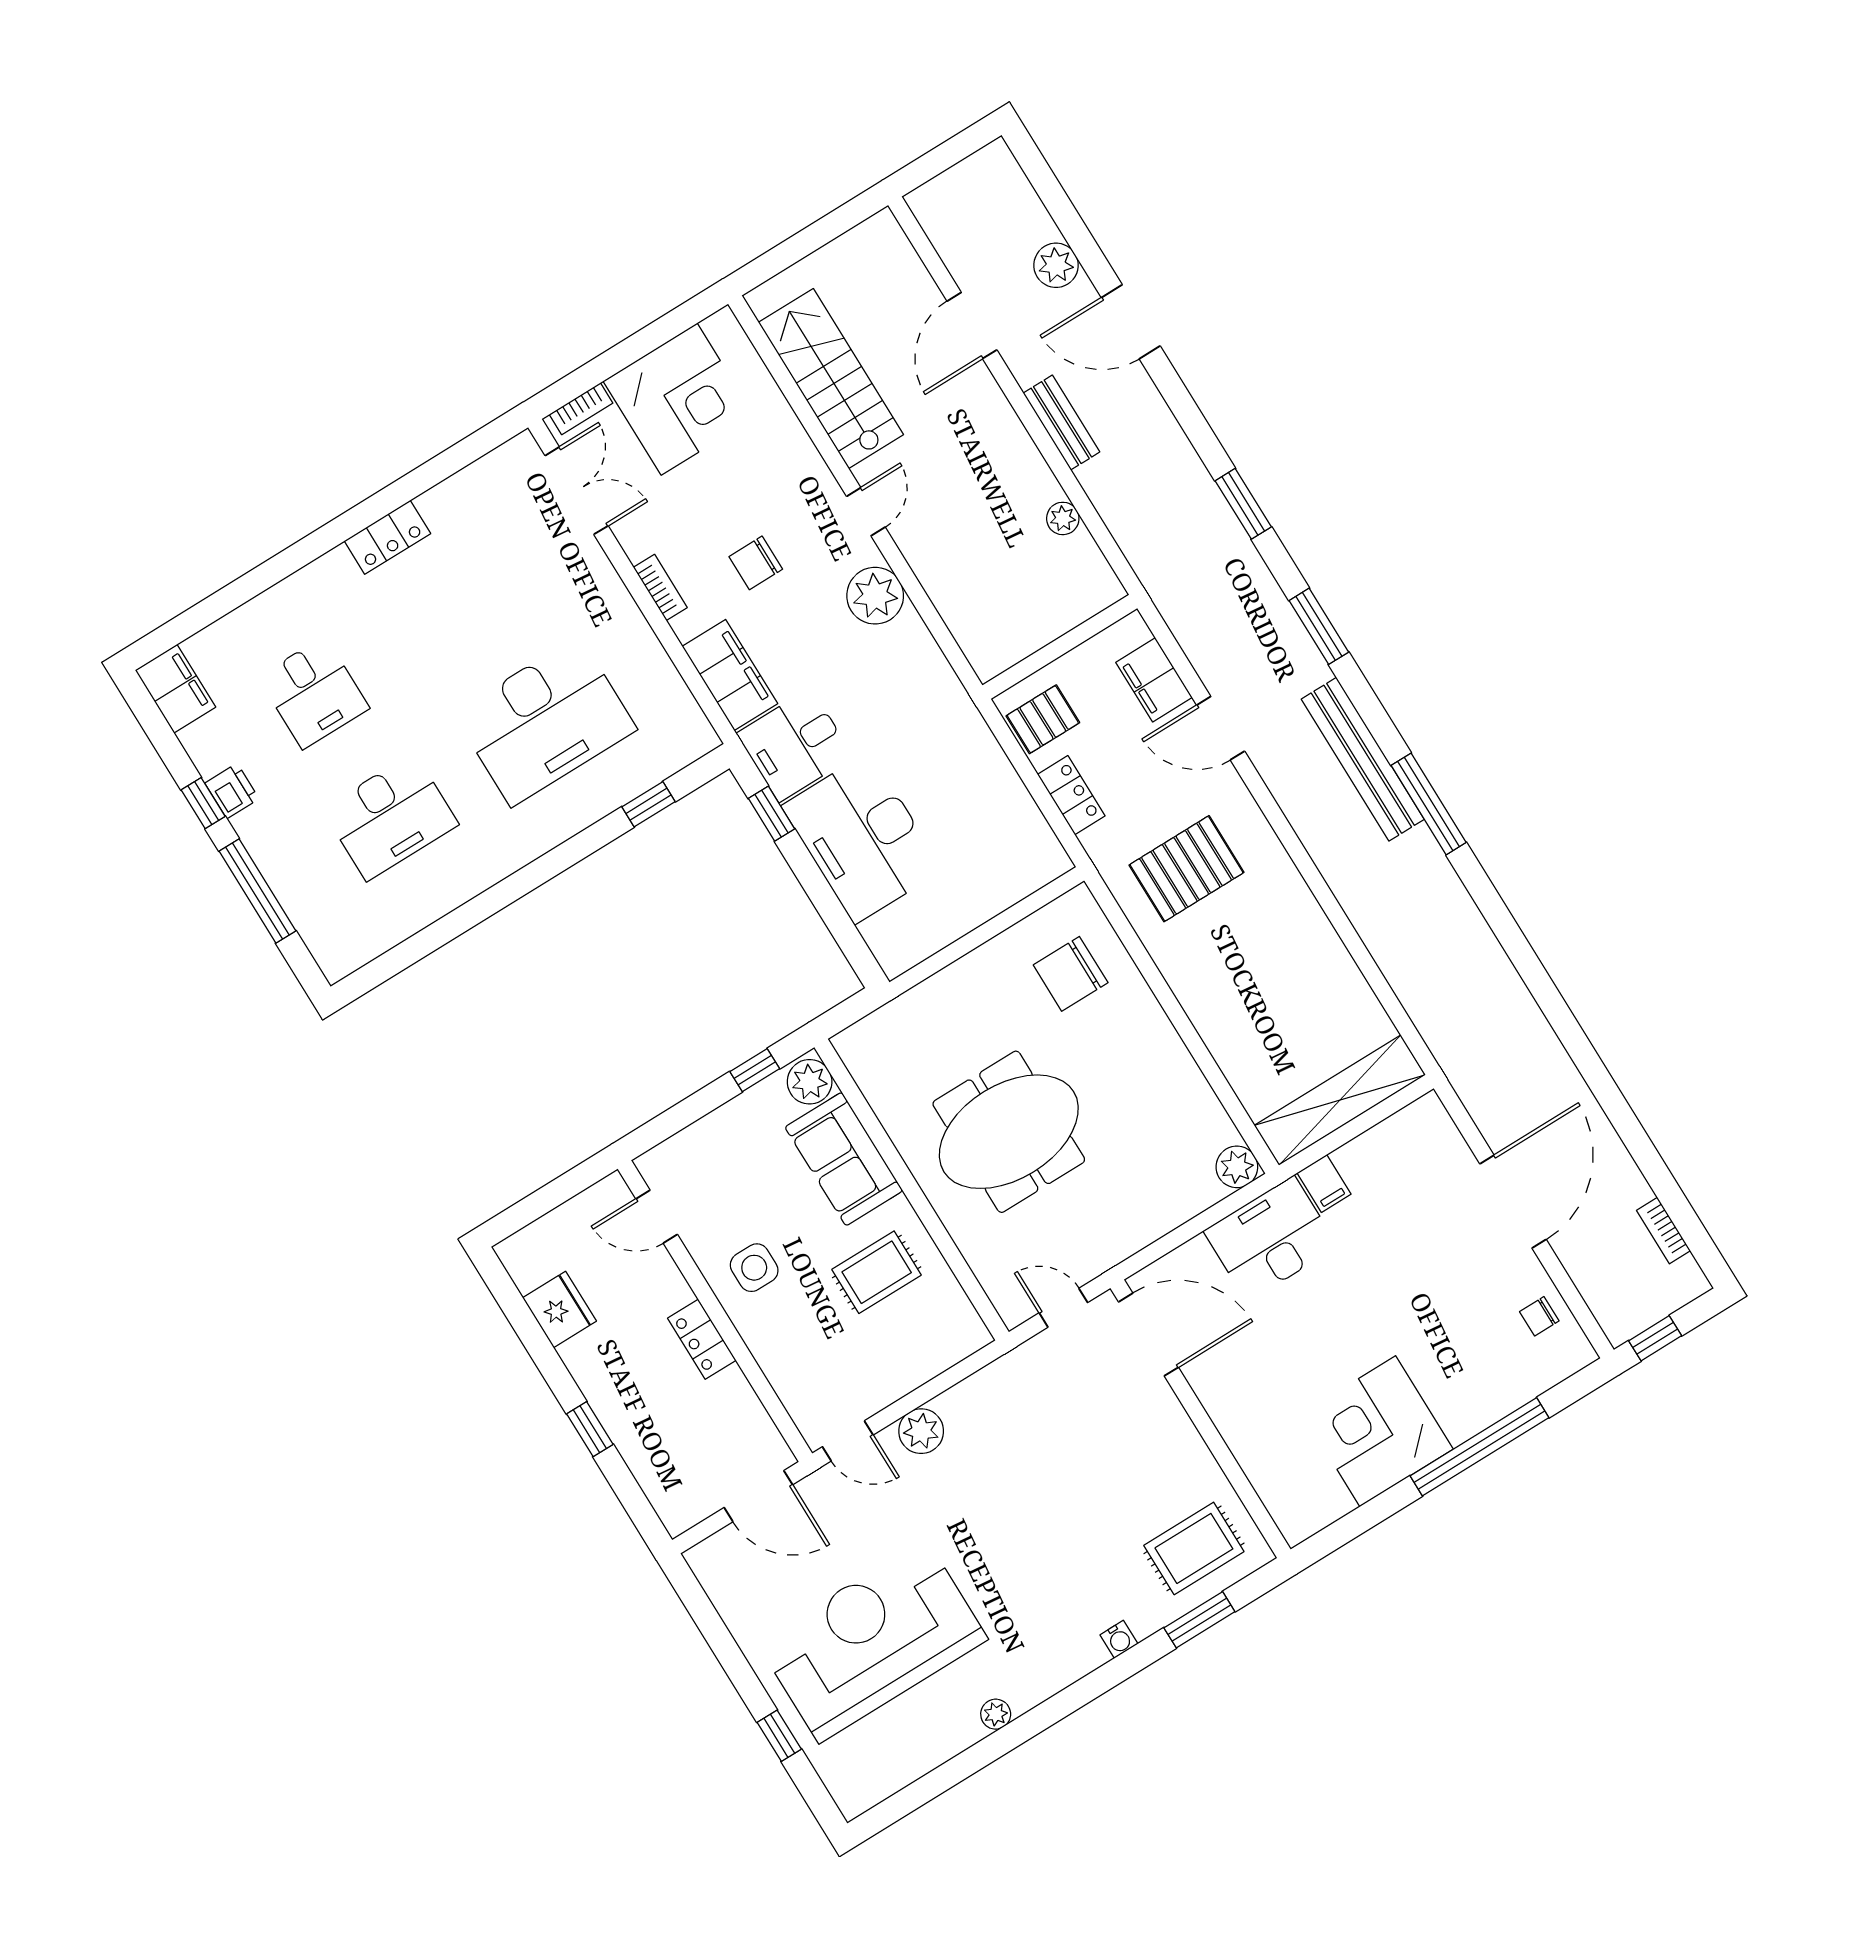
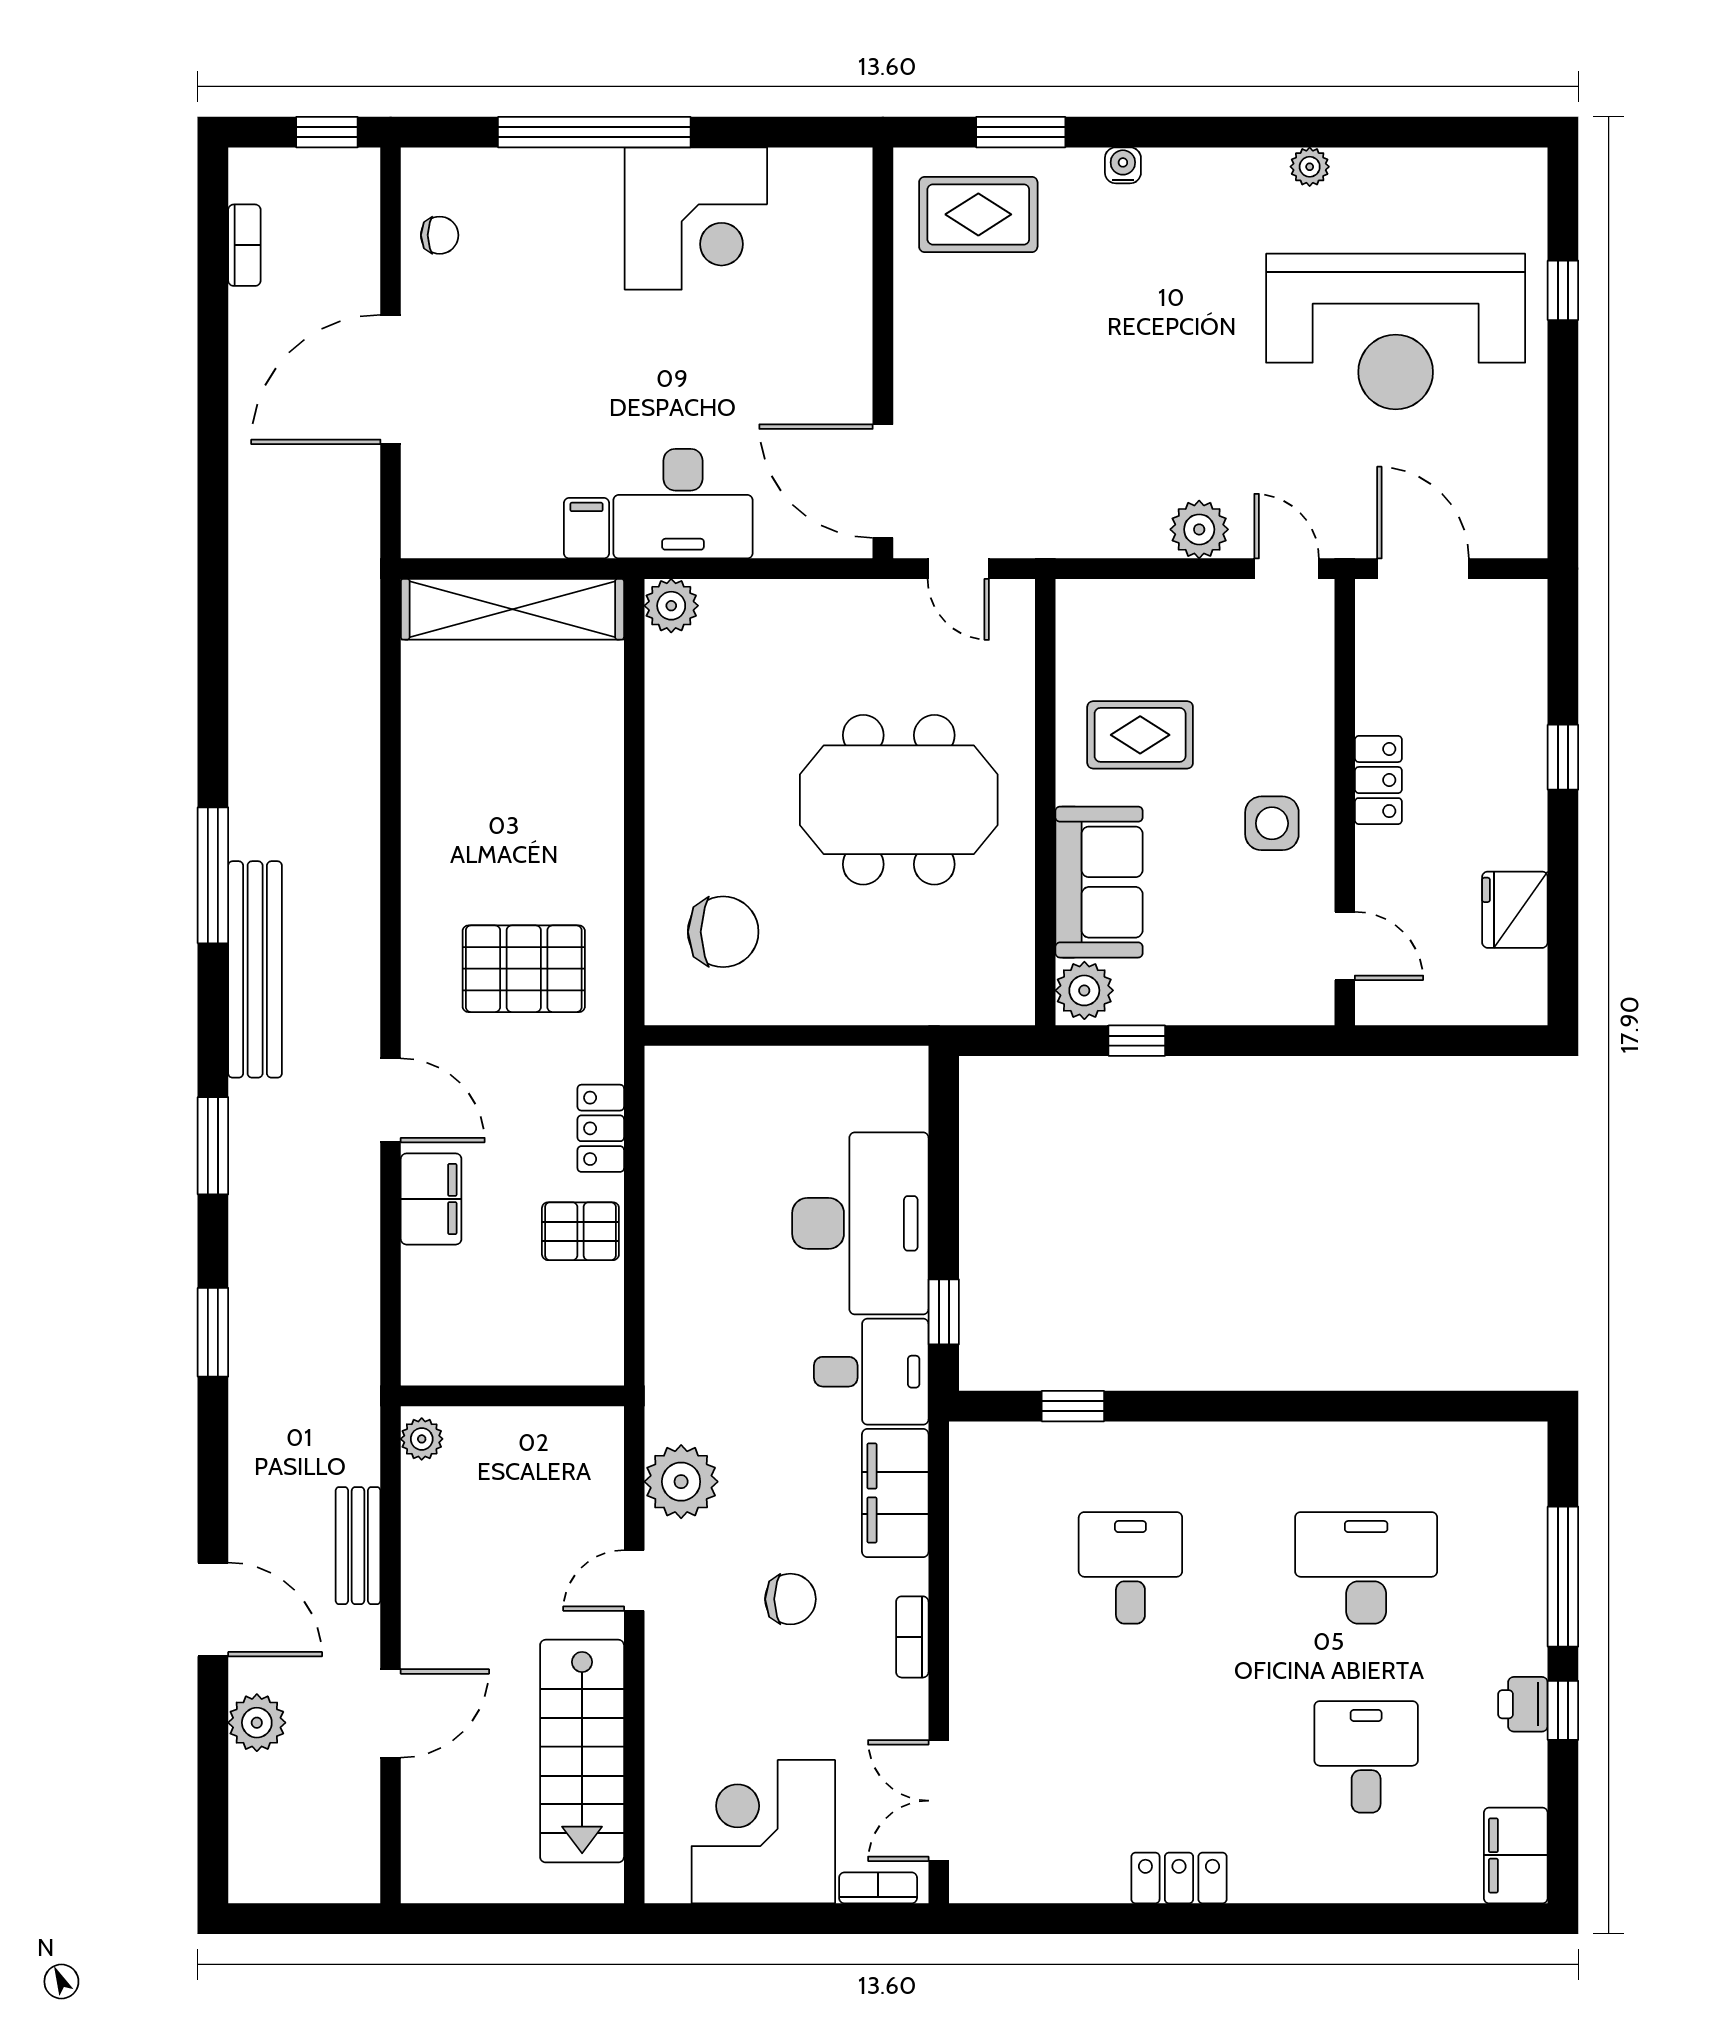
wall: (1060, 647) -> (512, 1396), moved
desk: (545, 721) -> (1130, 1568), width x0.53, depth x0.77

